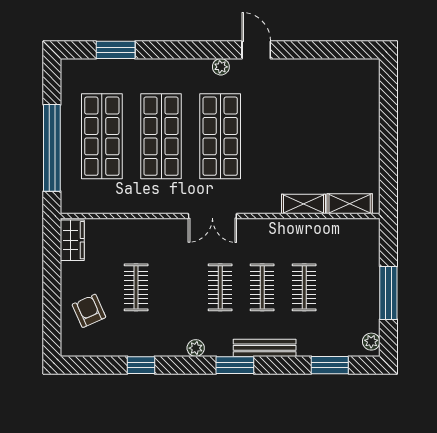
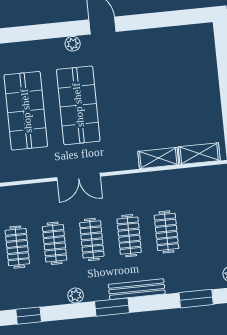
clothes rail: (178, 287) -> (55, 243), added

